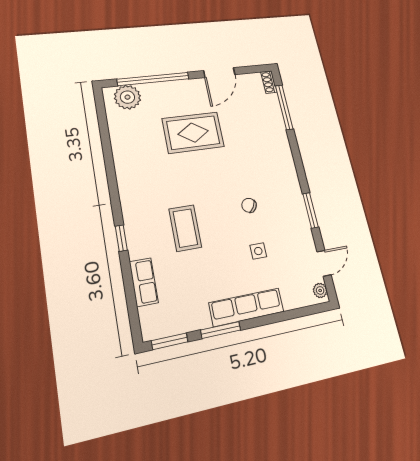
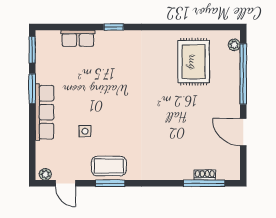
shoe rack: (269, 82) -> (205, 175), moved
plant: (127, 97) -> (234, 45), width x0.53, depth x0.53
rug: (193, 133) -> (194, 62), moved
chair: (249, 205) -> (123, 132), removed
coffee table: (185, 228) -> (109, 166), moved

